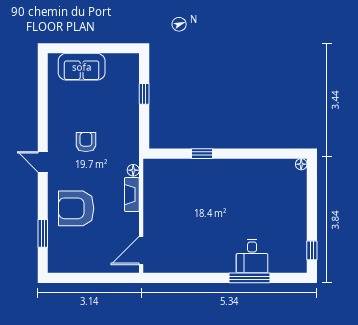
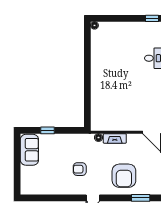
sofa: (82, 67) -> (29, 150), moved
window: (202, 154) -> (87, 92), removed

